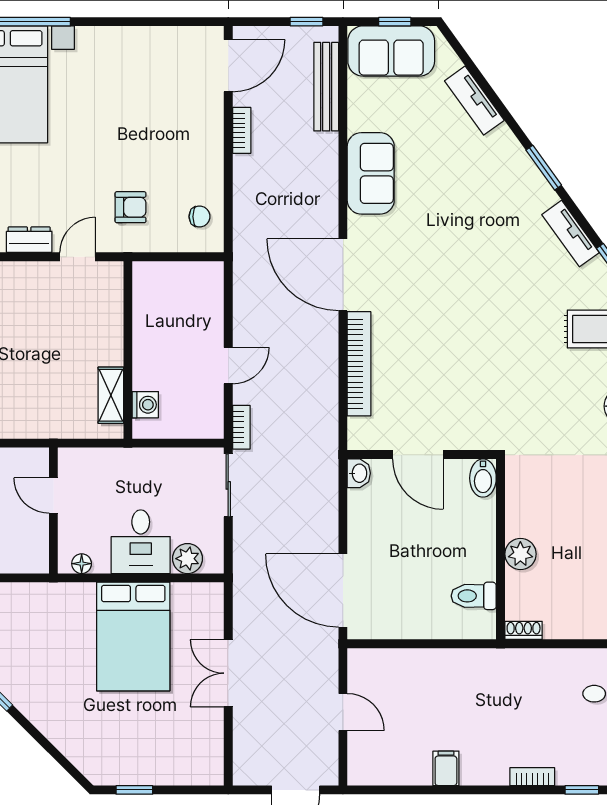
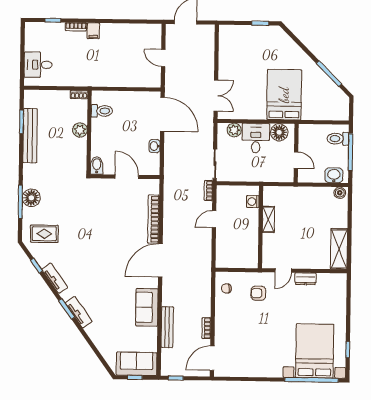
bench: (326, 87) -> (167, 327), moved
tv unit: (474, 101) -> (79, 312), moved
door: (343, 275) -> (160, 261), swing flipped
shelving: (111, 395) -> (268, 219), moved
washbasin: (359, 473) -> (155, 146), moved
floor lamp: (82, 564) -> (279, 132), width x1.89, depth x1.89
bed: (133, 636) -> (284, 95), moved
double door: (228, 673) -> (216, 96), moved
filing cabinet: (446, 768) -> (93, 31), moved

